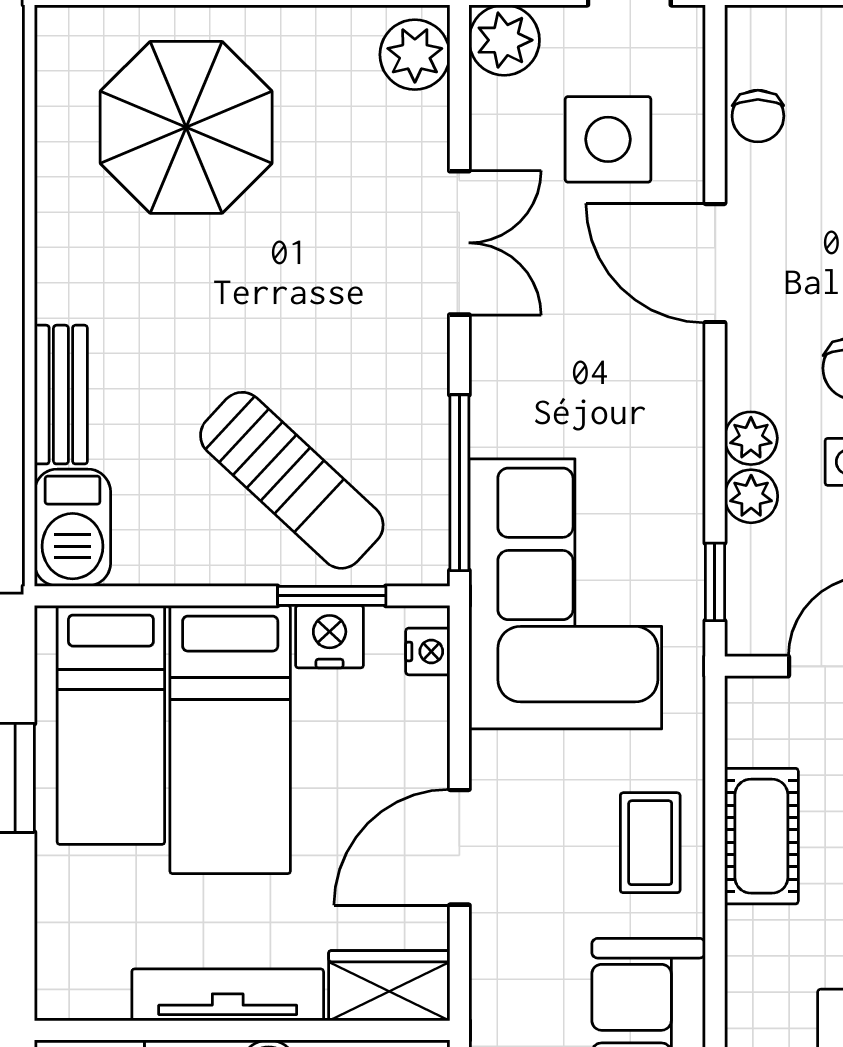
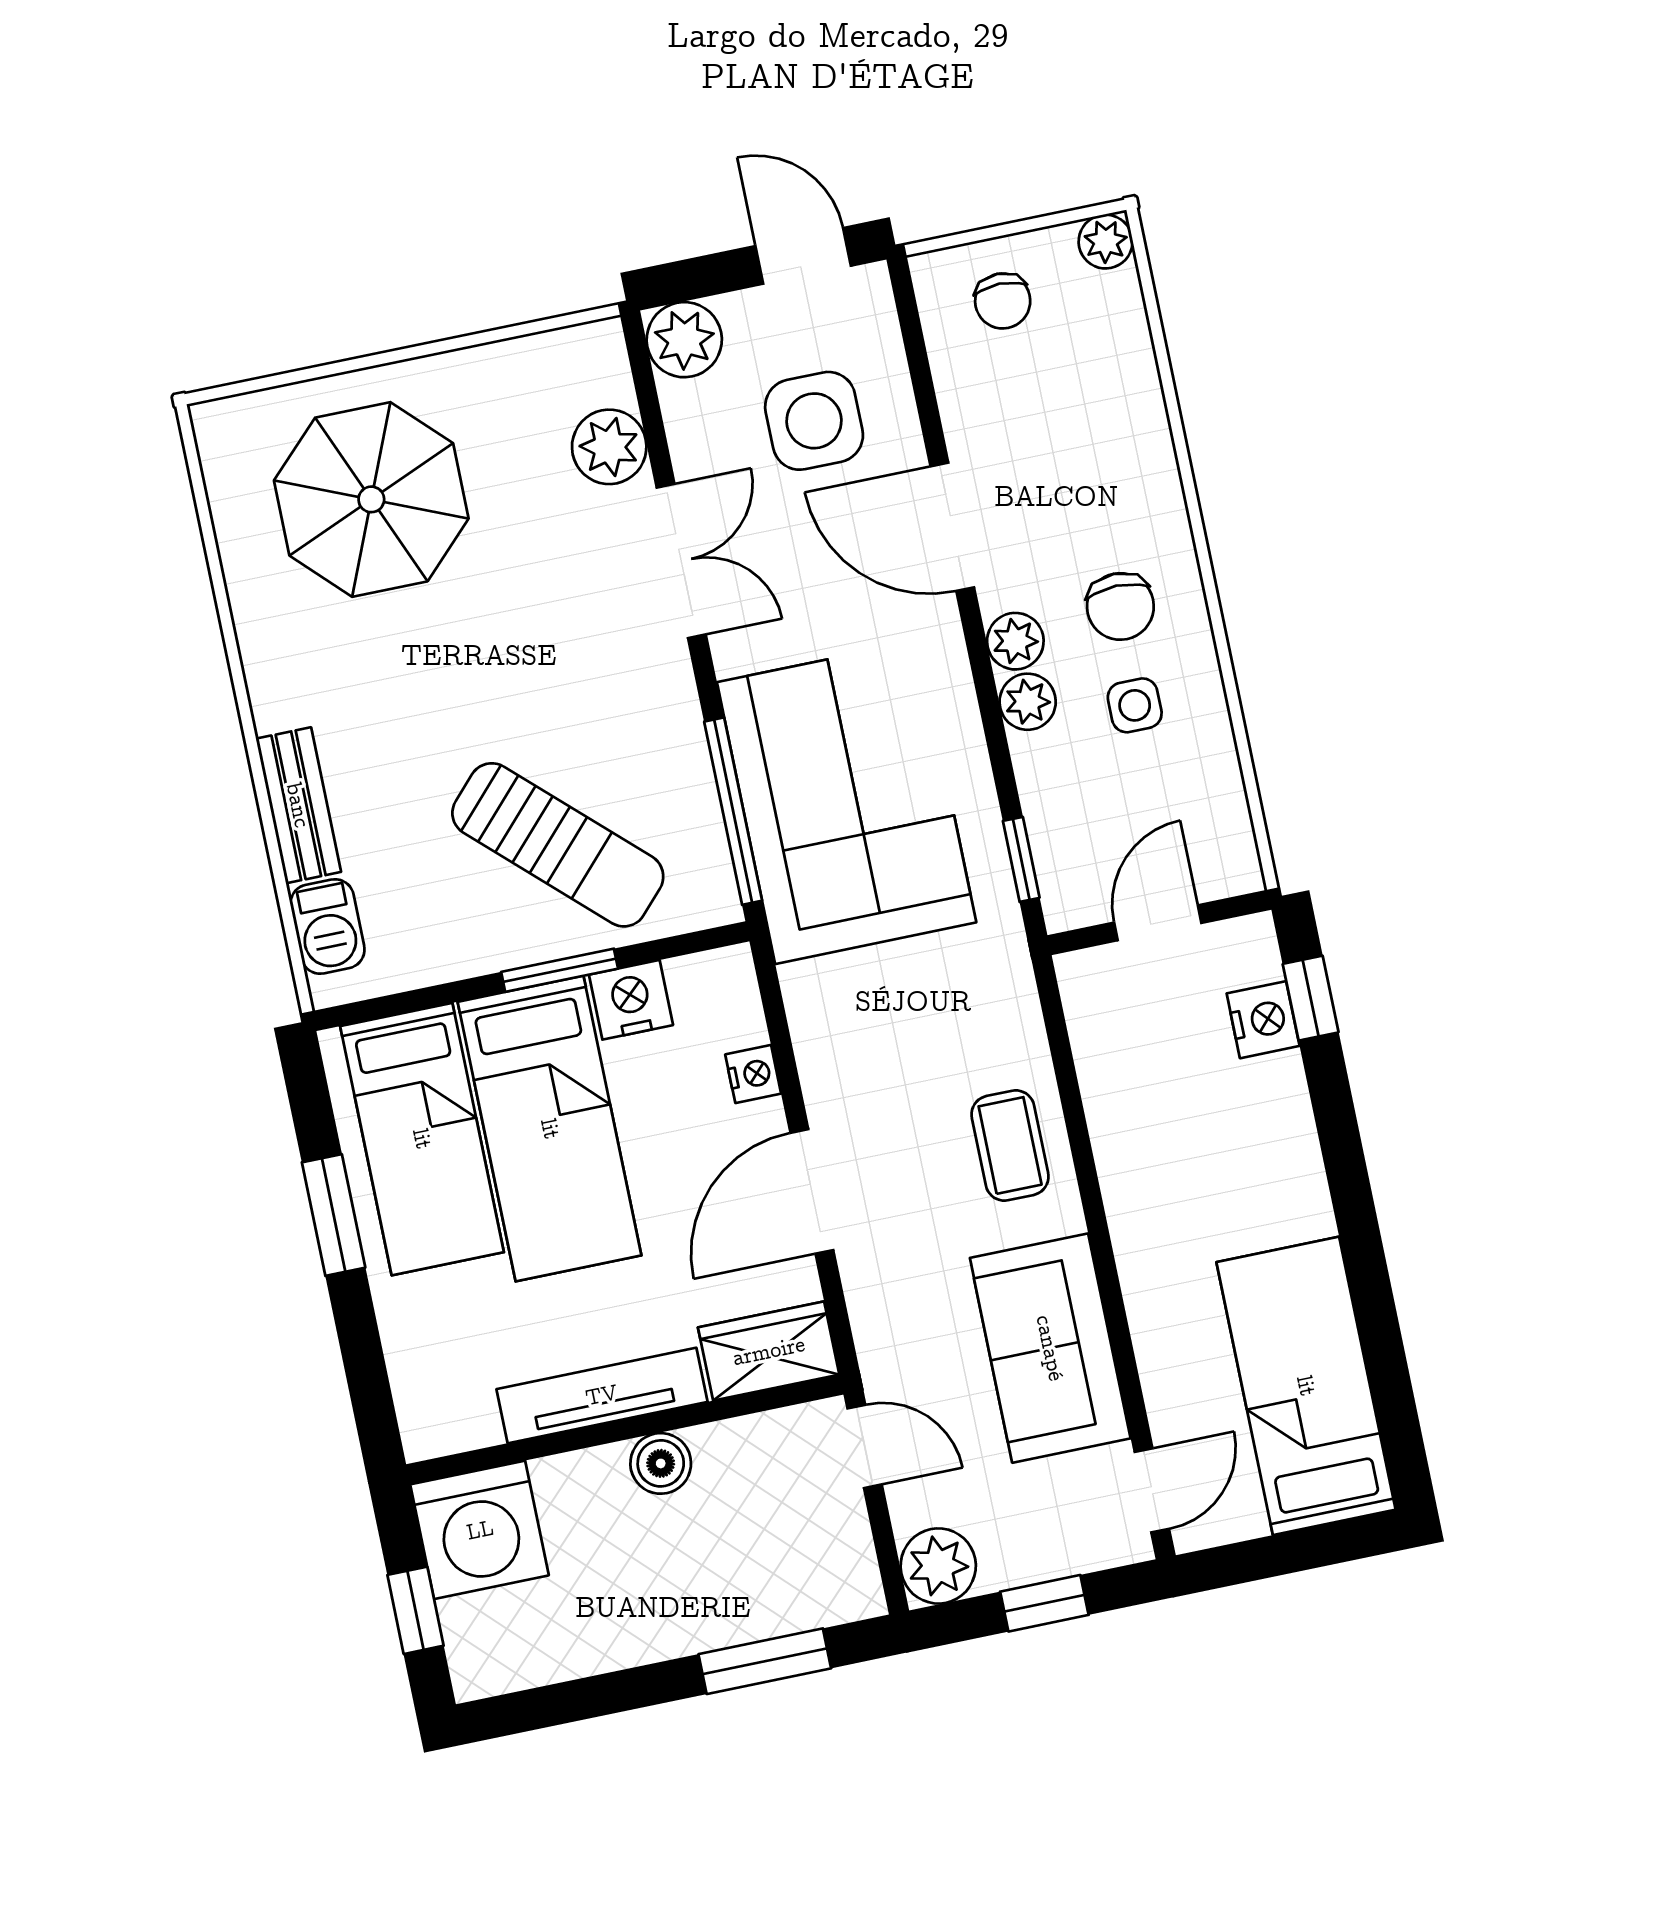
plant: (415, 55) -> (609, 447), moved
chair: (758, 116) -> (1003, 301), moved
plant: (751, 496) -> (1015, 641), moved
barbecue: (73, 527) -> (327, 926), width x0.73, depth x0.79
corner sofa: (565, 594) -> (847, 802), moved
window: (332, 596) -> (560, 970), moved
nightstand: (428, 651) -> (753, 1074), moved
cot: (761, 836) -> (1125, 1115), removed

